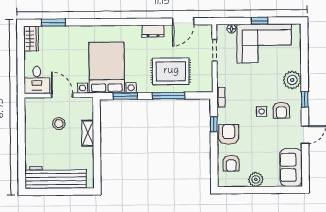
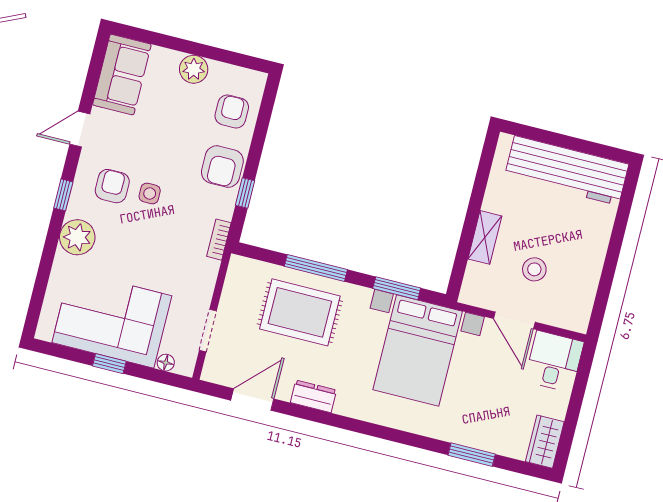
window: (53, 23) -> (472, 455), moved

